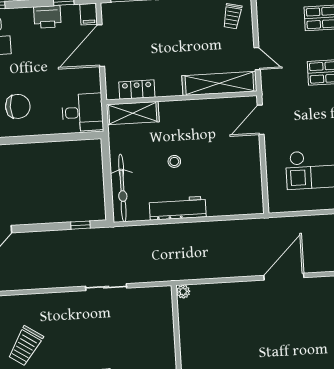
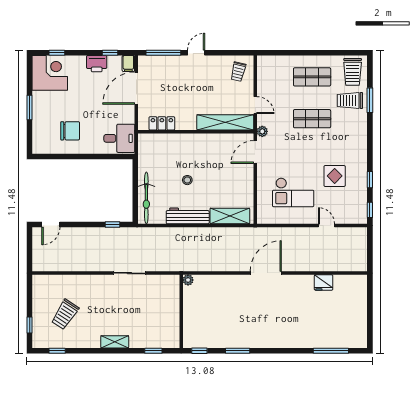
plant: (268, 92) -> (262, 131), added
shelving: (133, 113) -> (230, 216), moved

